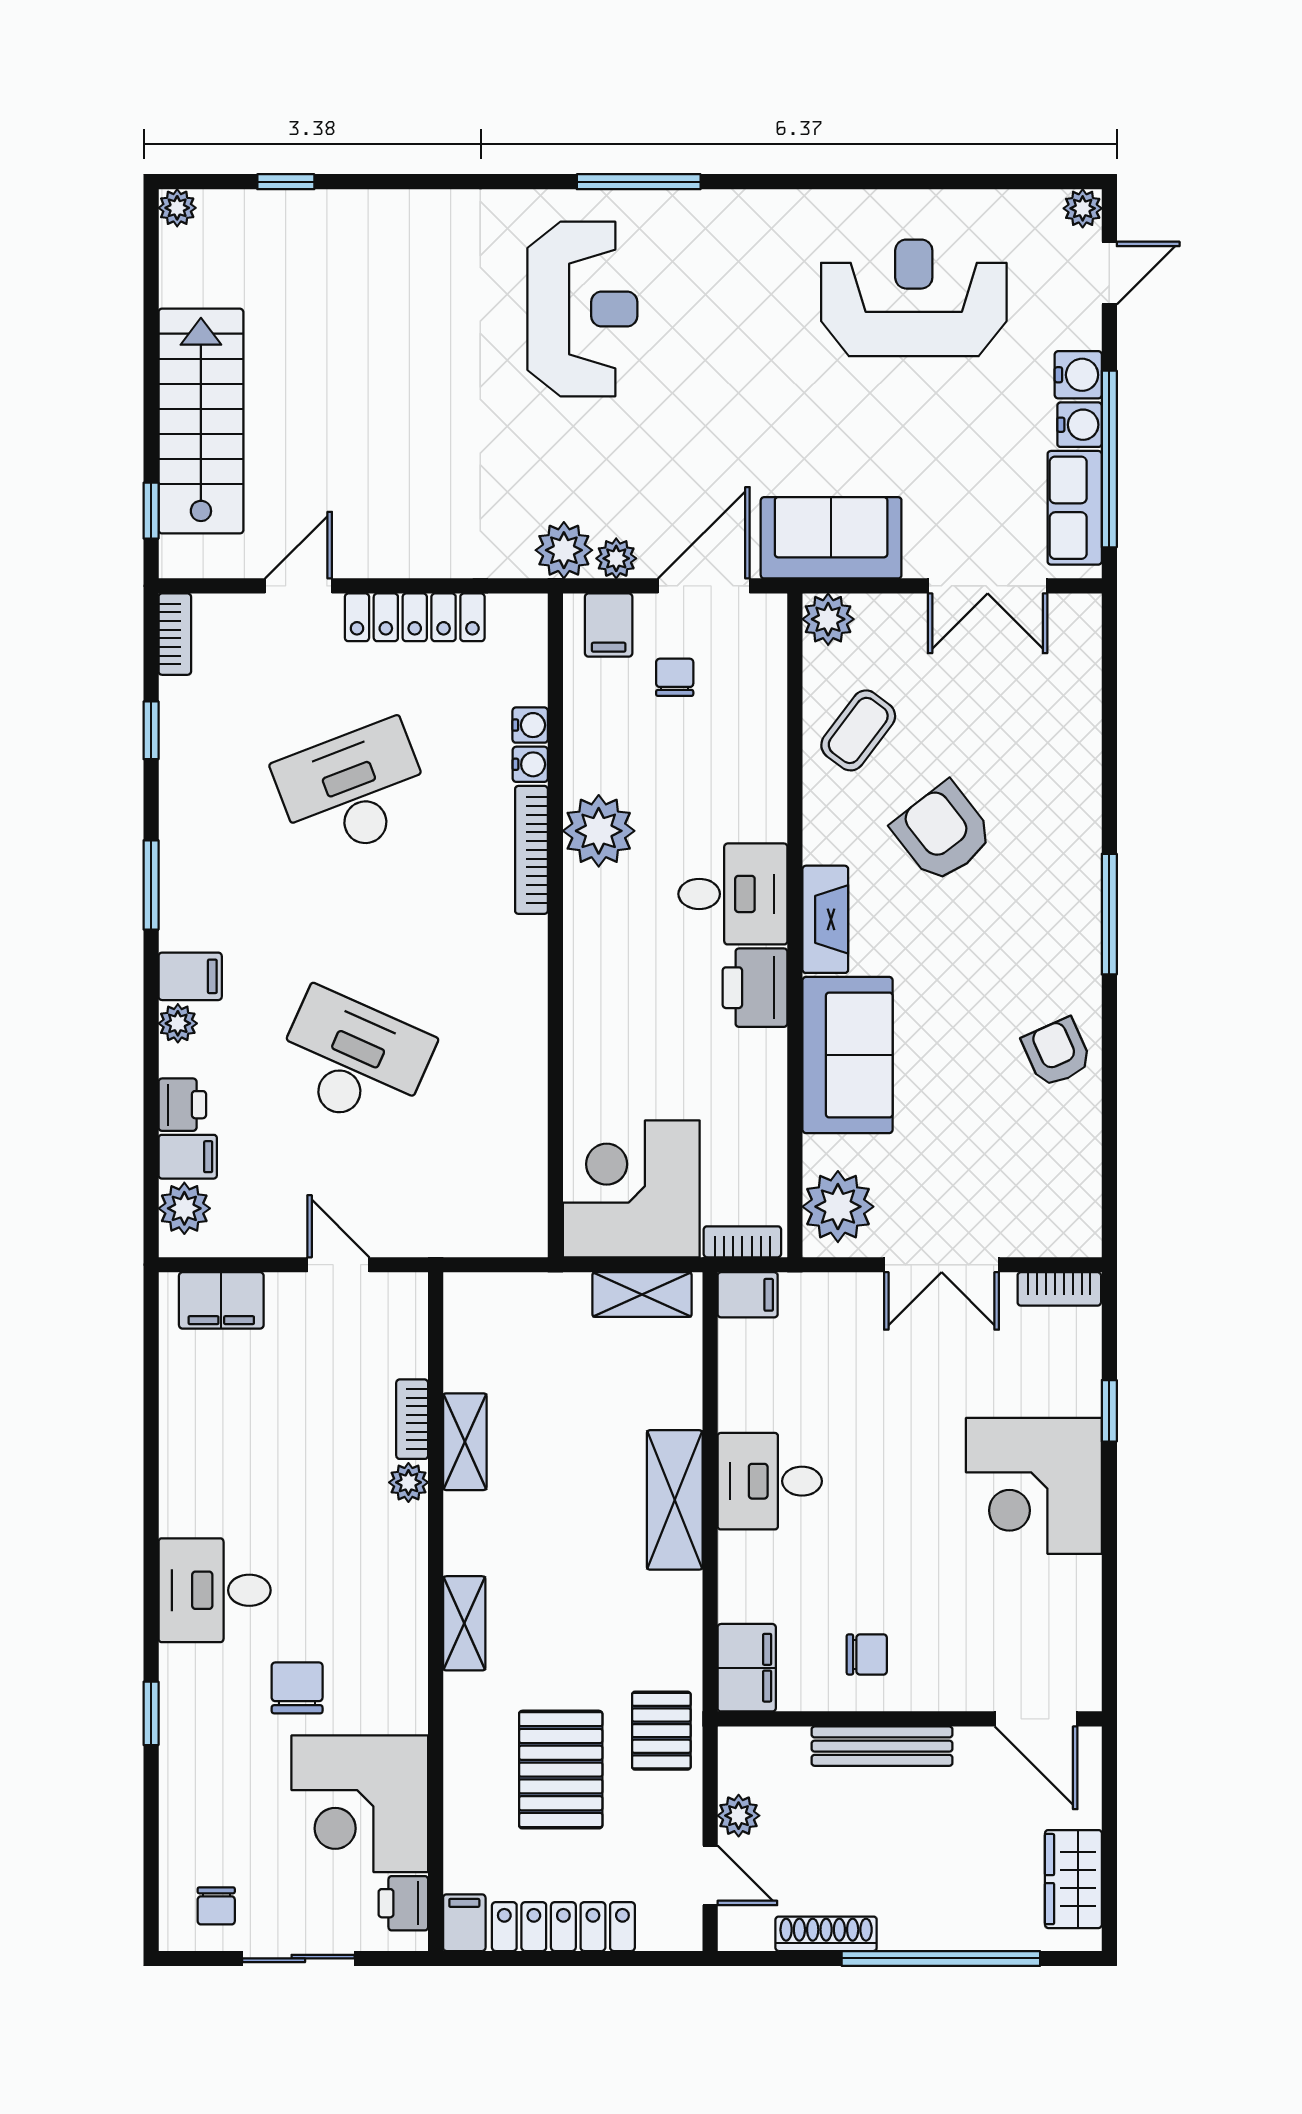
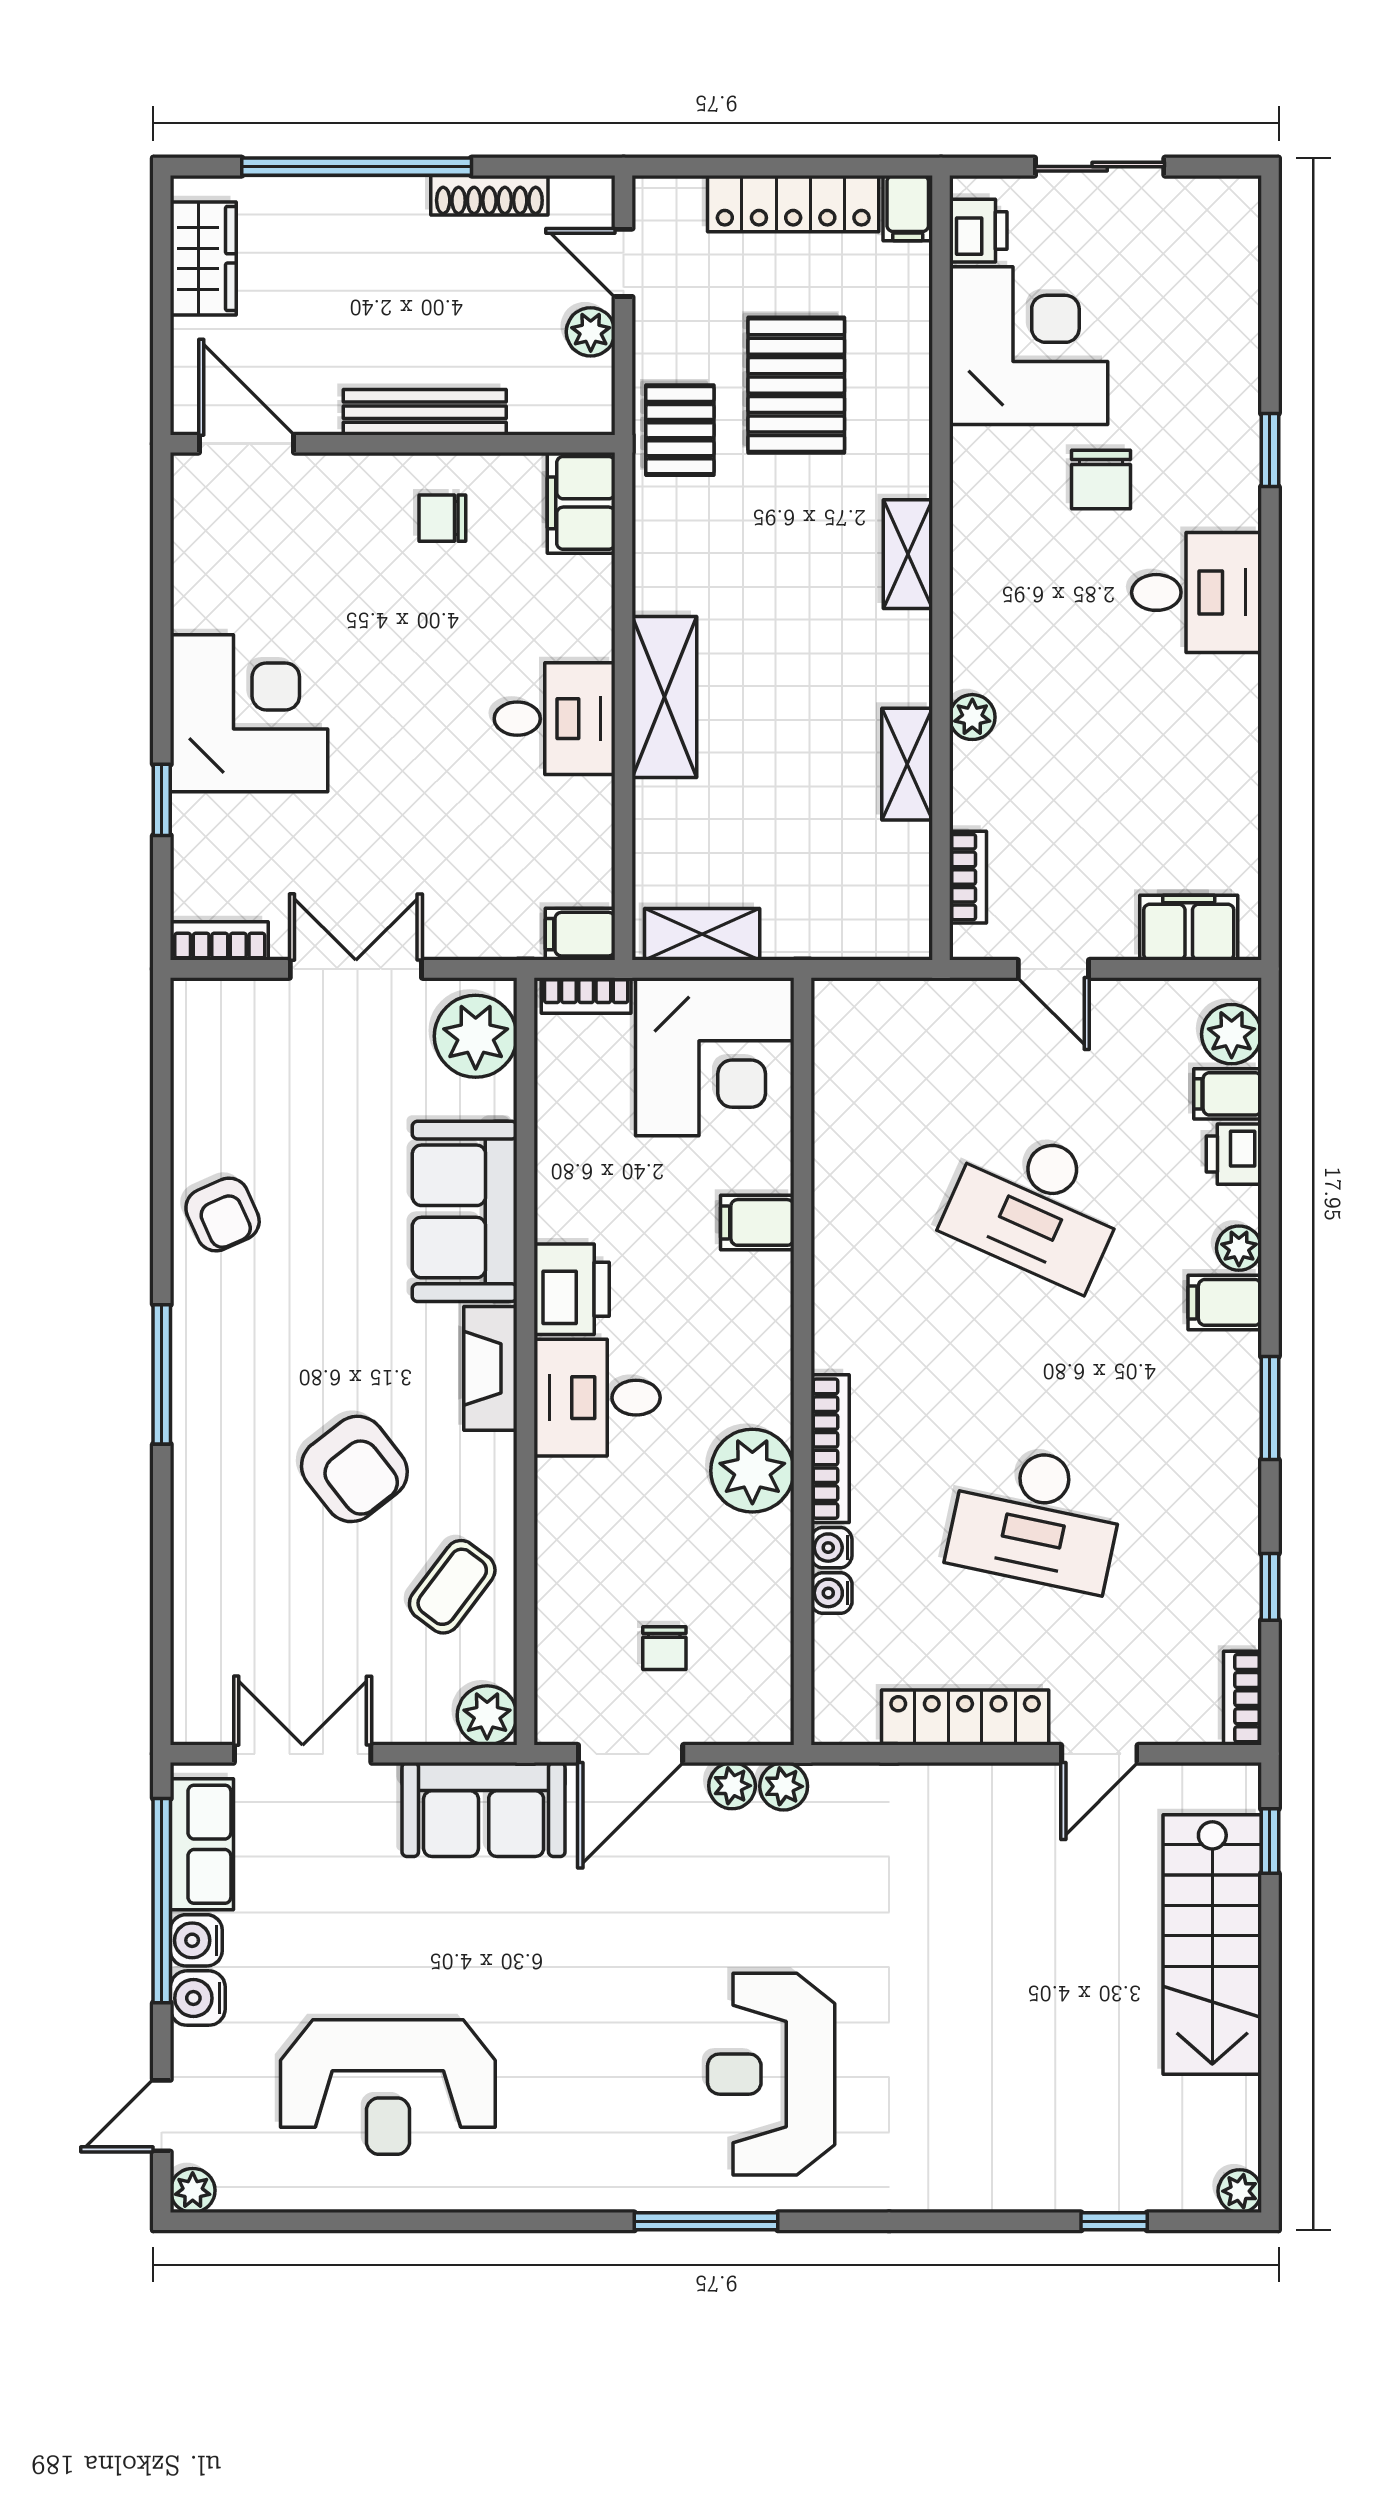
plant: (564, 550) -> (784, 1786), width x0.73, depth x0.73
filing cabinet: (609, 625) -> (757, 1222), moved, turned -90
desk: (353, 790) -> (1036, 1517), turned 33
bookcase: (412, 1419) -> (968, 877), moved
chair: (216, 1906) -> (1195, 227), removed

